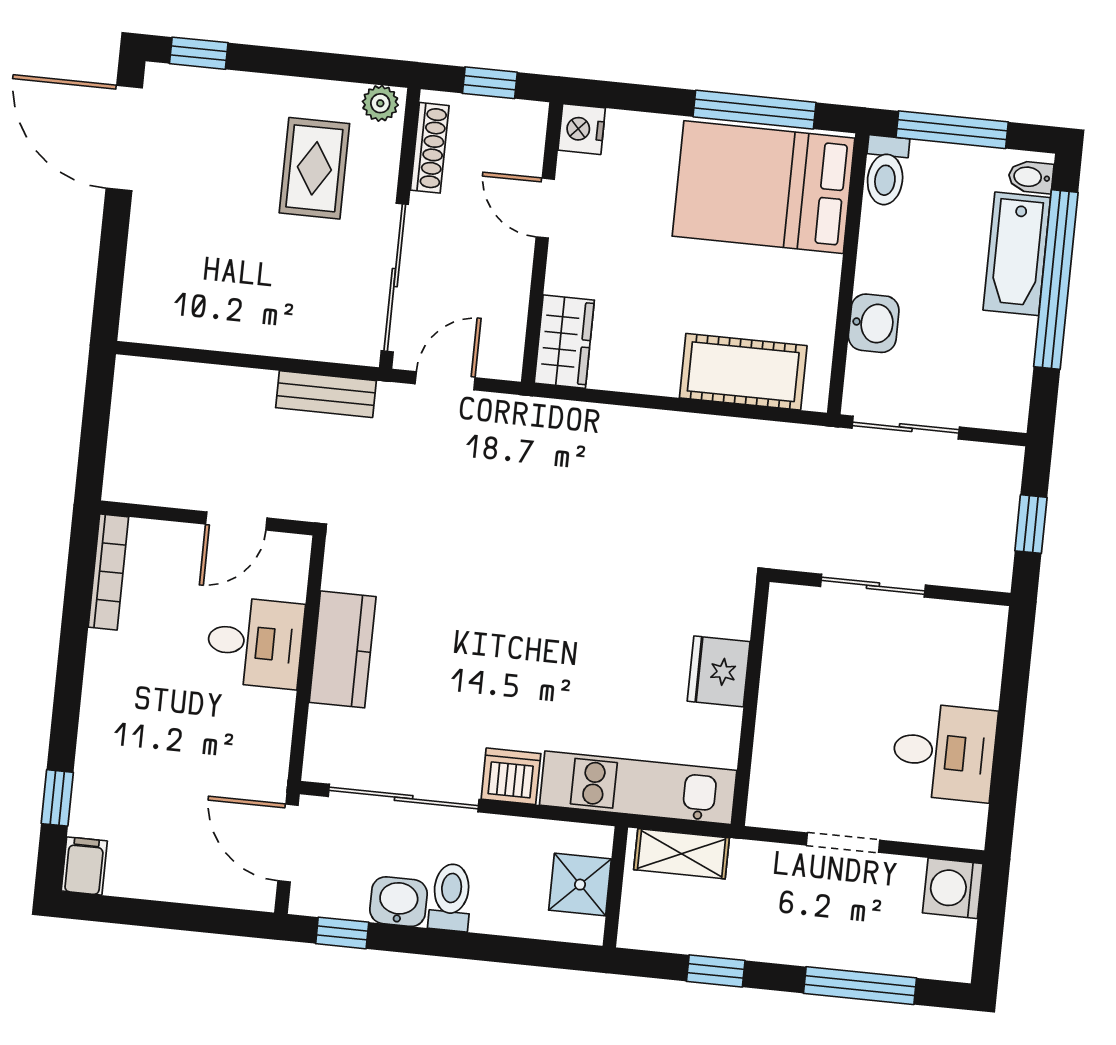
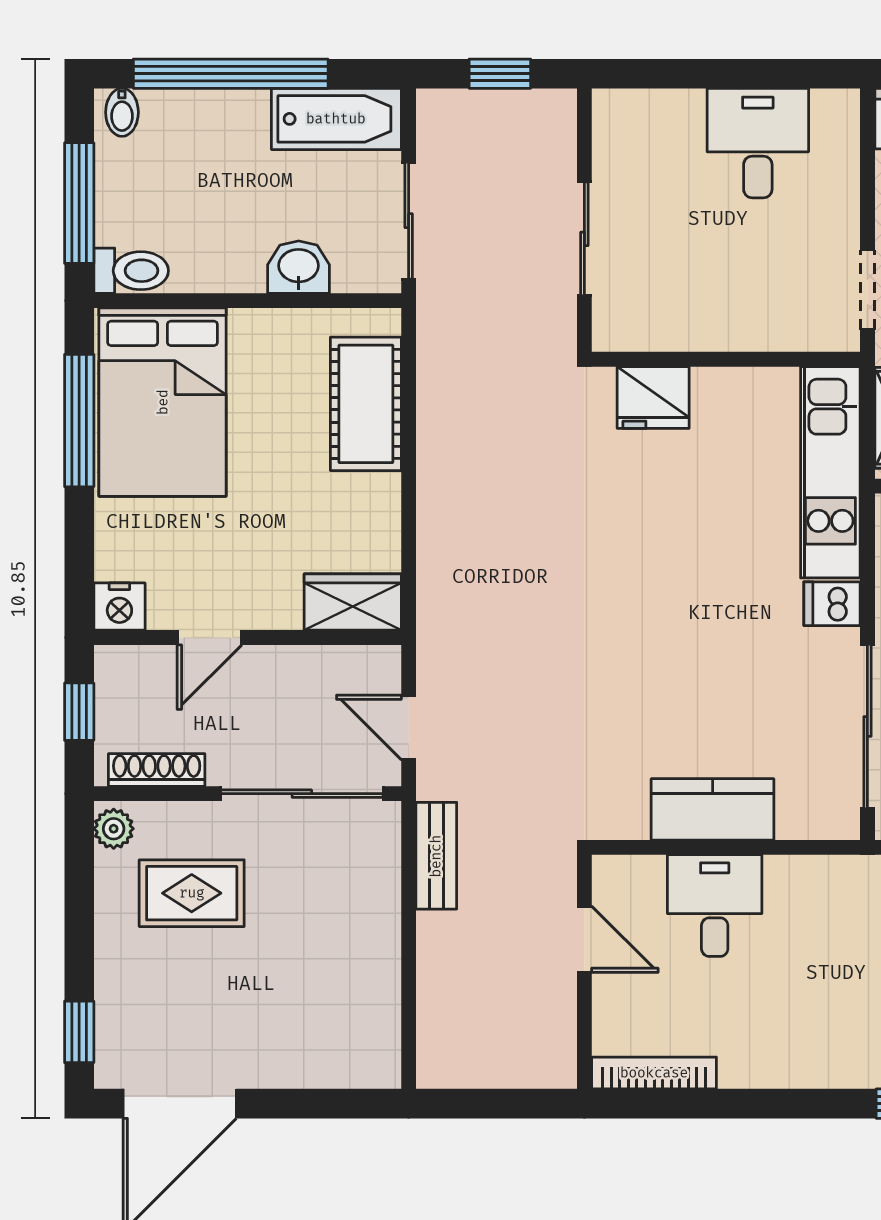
bathtub: (1017, 254) -> (336, 119), moved
fridge: (719, 671) -> (653, 397), moved
dishwasher: (511, 776) -> (832, 604), width x0.73
doorway: (843, 843) -> (867, 290), moved

